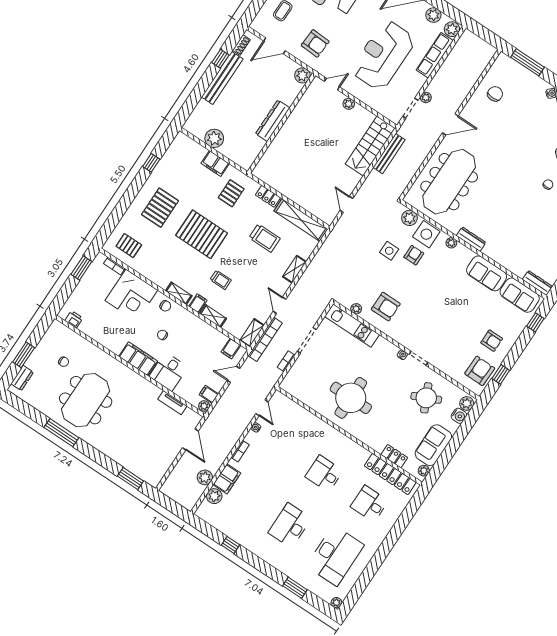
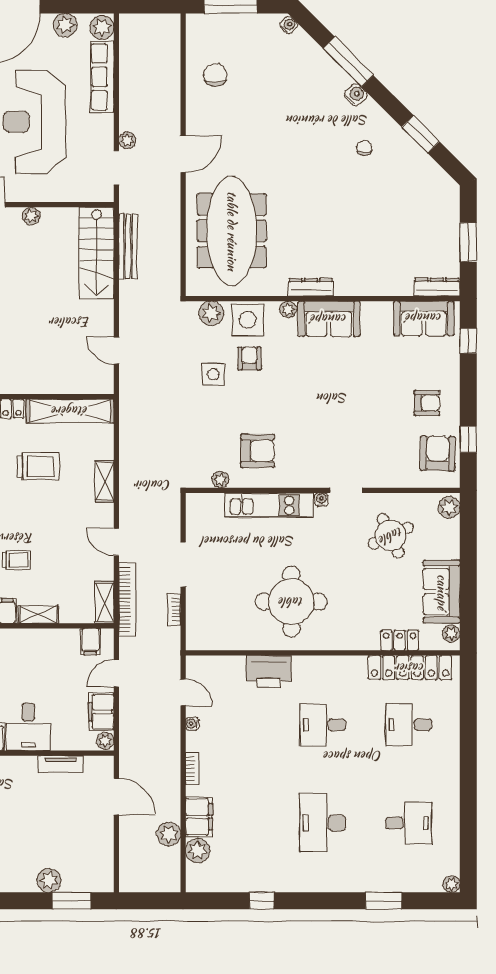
sofa: (487, 273) -> (329, 319), moved
kitchen unit: (352, 326) -> (269, 505), moved
filing cabinet: (209, 394) -> (101, 712), width x2.00
water cooler: (459, 416) -> (449, 531), removed
printer: (314, 427) -> (269, 672), added
plant: (126, 460) -> (49, 880), added
desk: (335, 556) -> (409, 823), width x0.53, depth x0.77

